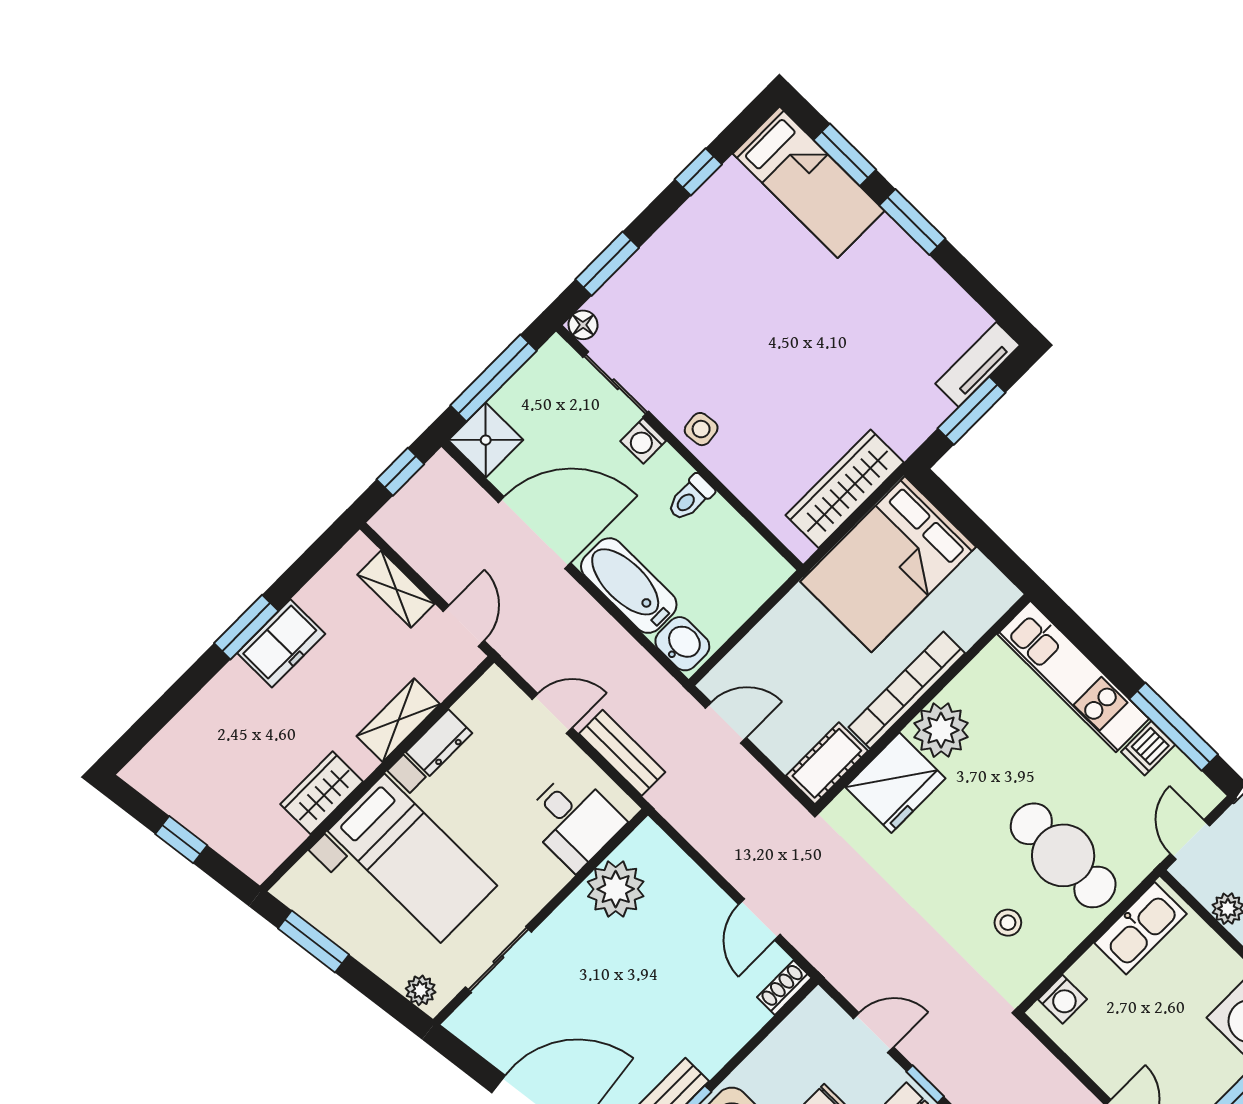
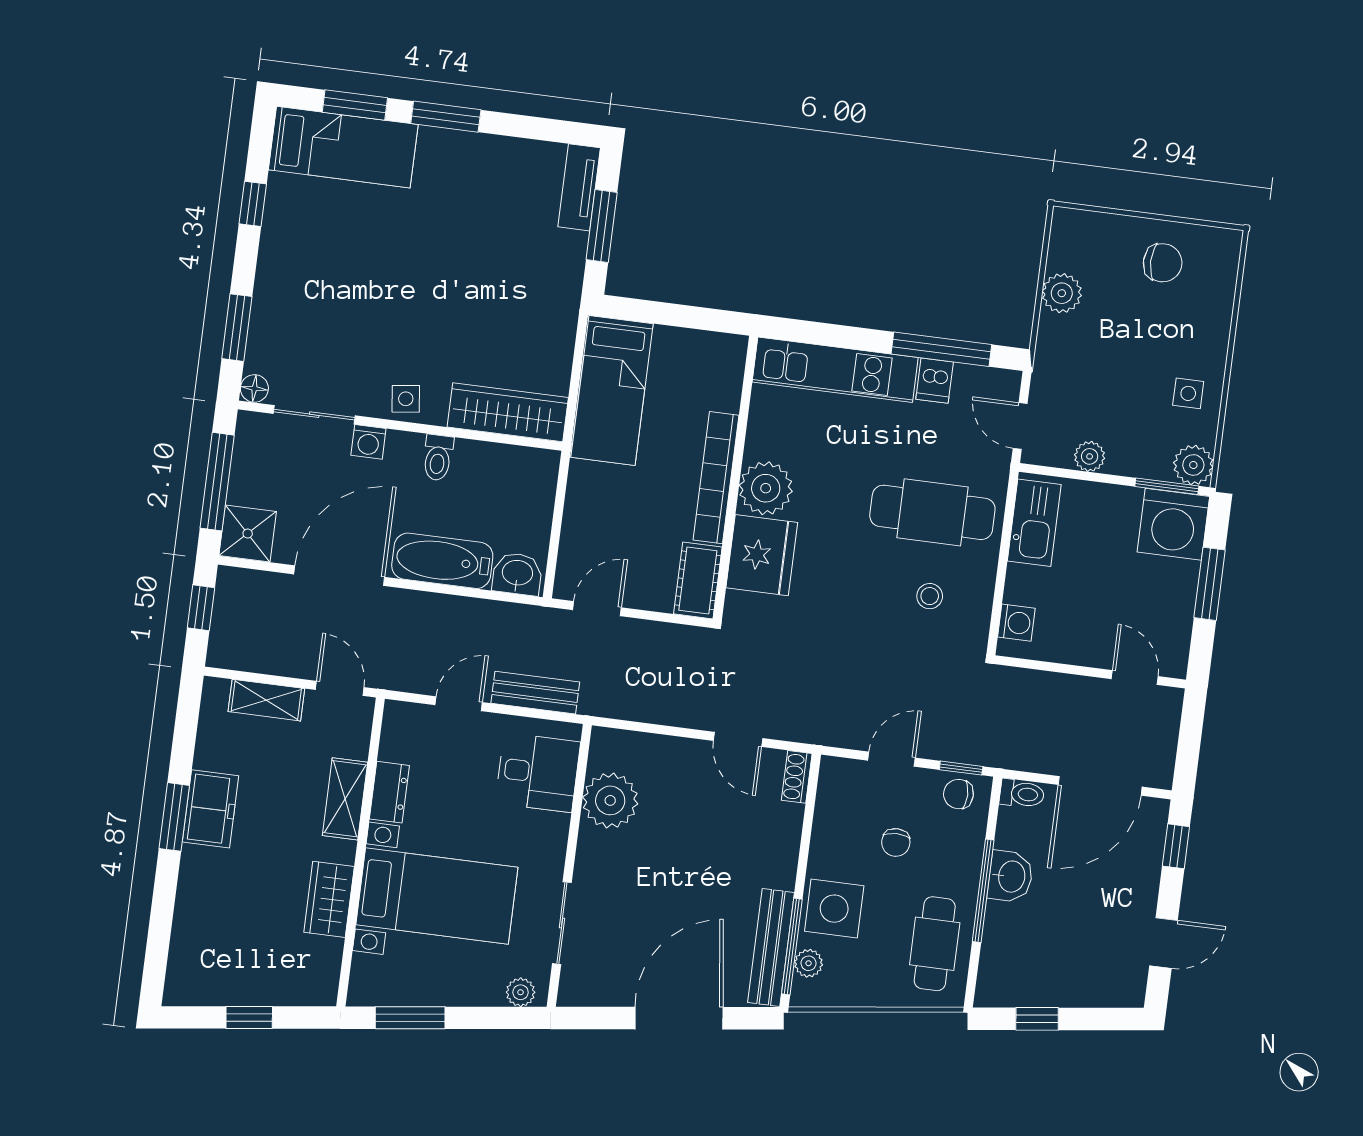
wardrobe: (845, 489) -> (508, 412), moved, turned 90
bed: (888, 564) -> (612, 390), width x0.67

